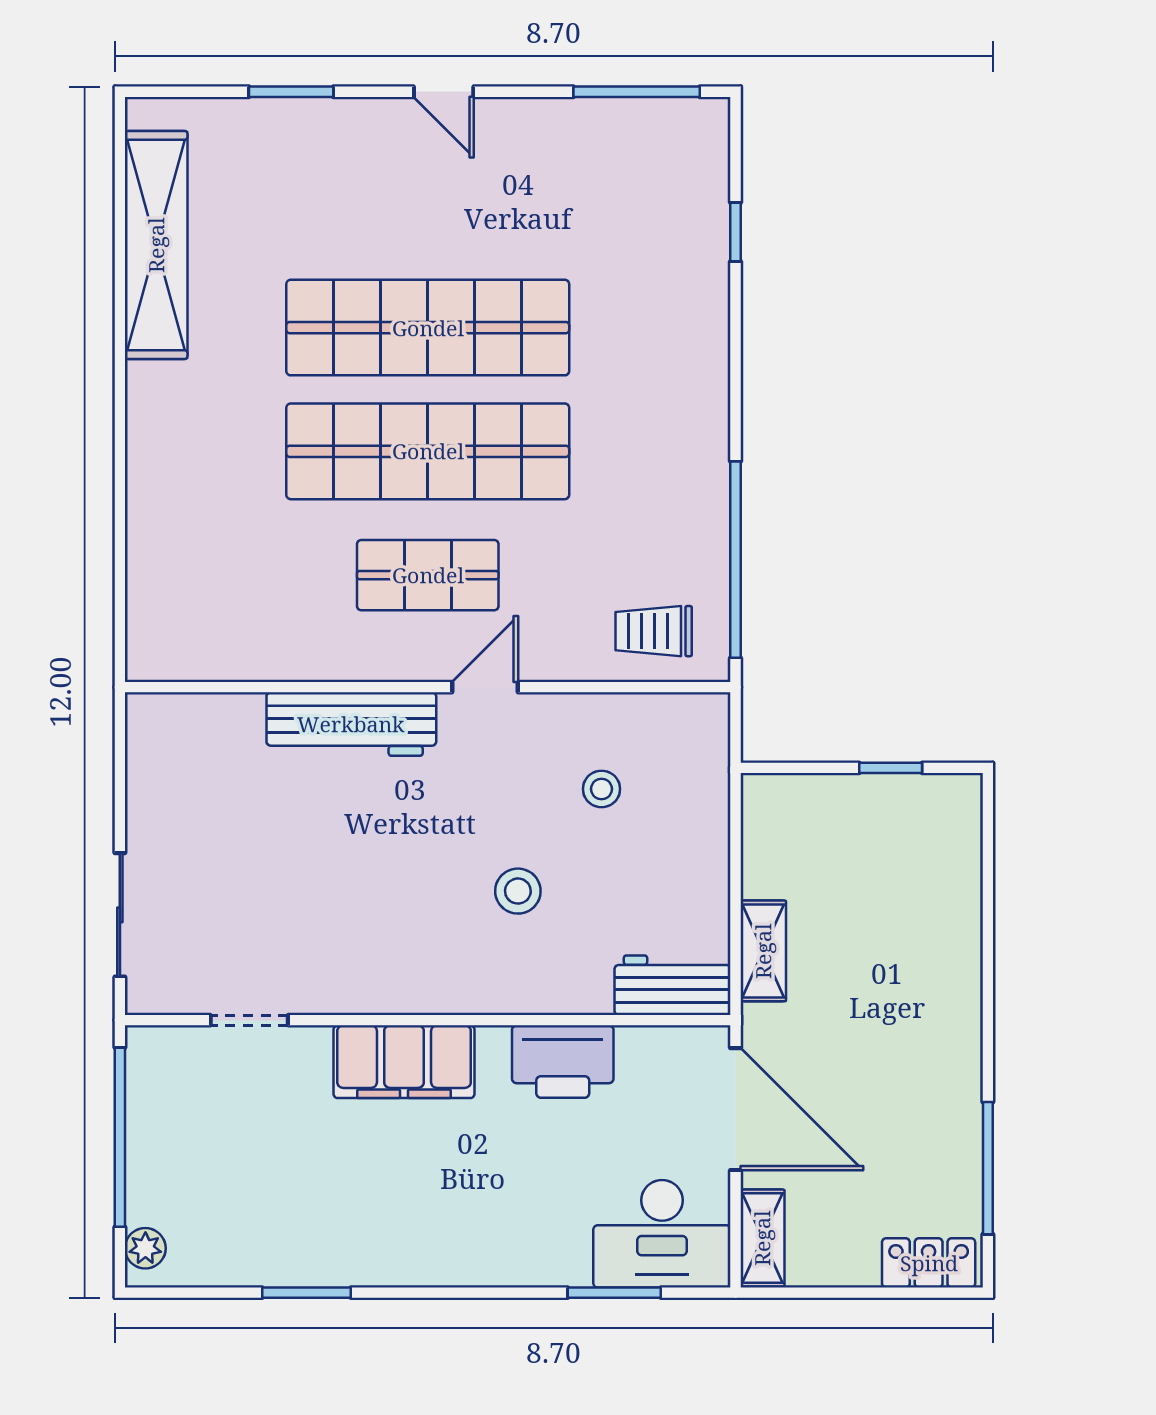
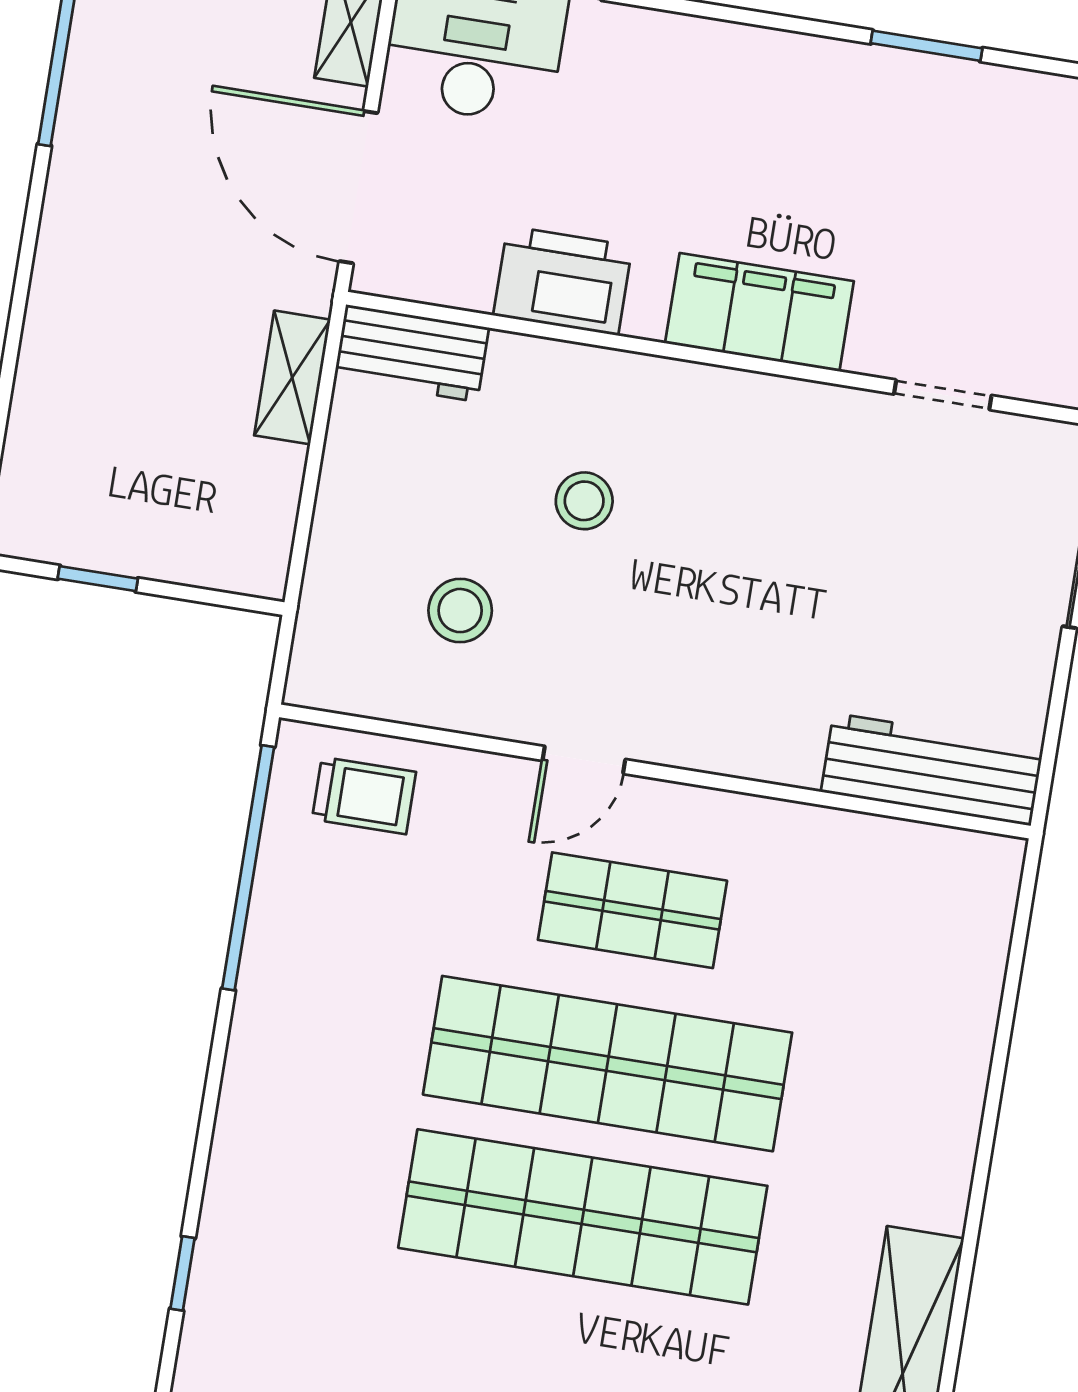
workbench: (351, 724) -> (932, 769), moved
stool: (601, 789) -> (460, 611), width x1.37, depth x1.37

